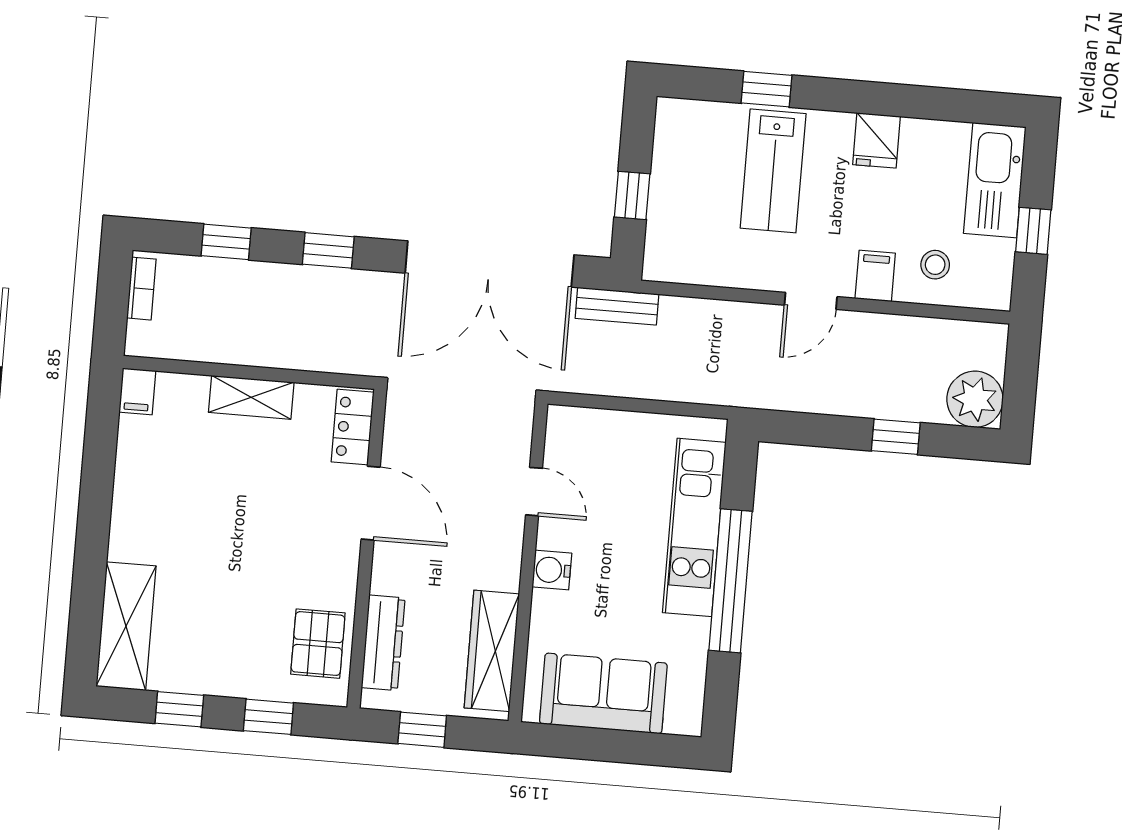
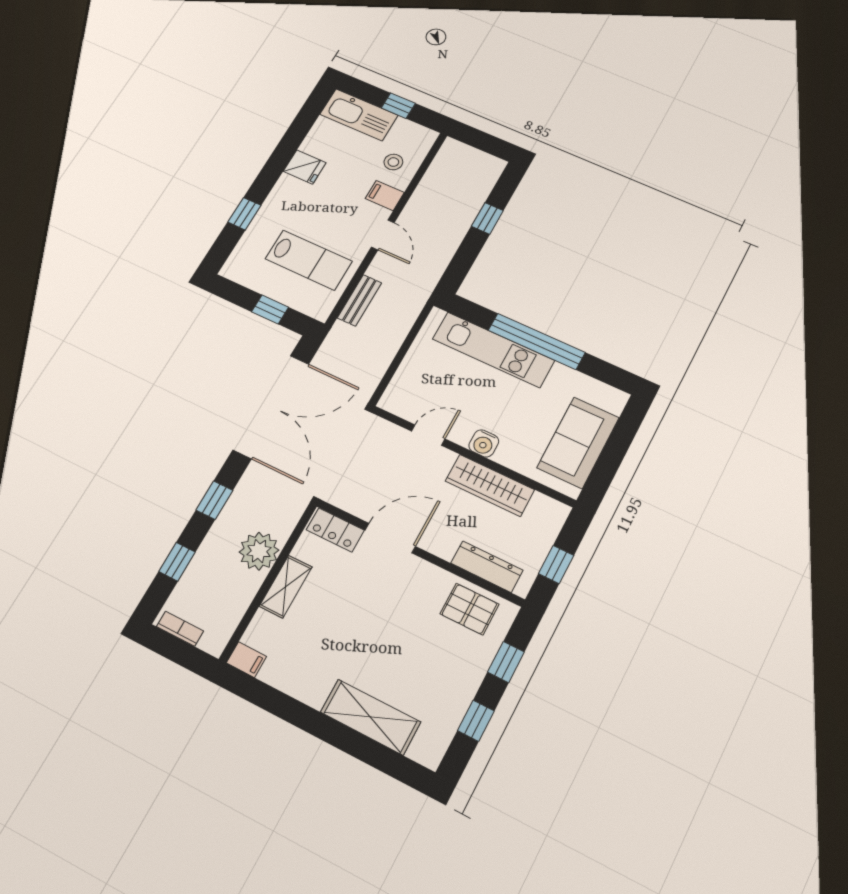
lab bench: (773, 171) -> (309, 260), moved
bench: (617, 306) -> (359, 300), moved
plant: (975, 399) -> (259, 551), moved
shelving: (126, 626) -> (370, 717), moved
wardrobe: (492, 651) -> (490, 485), moved

